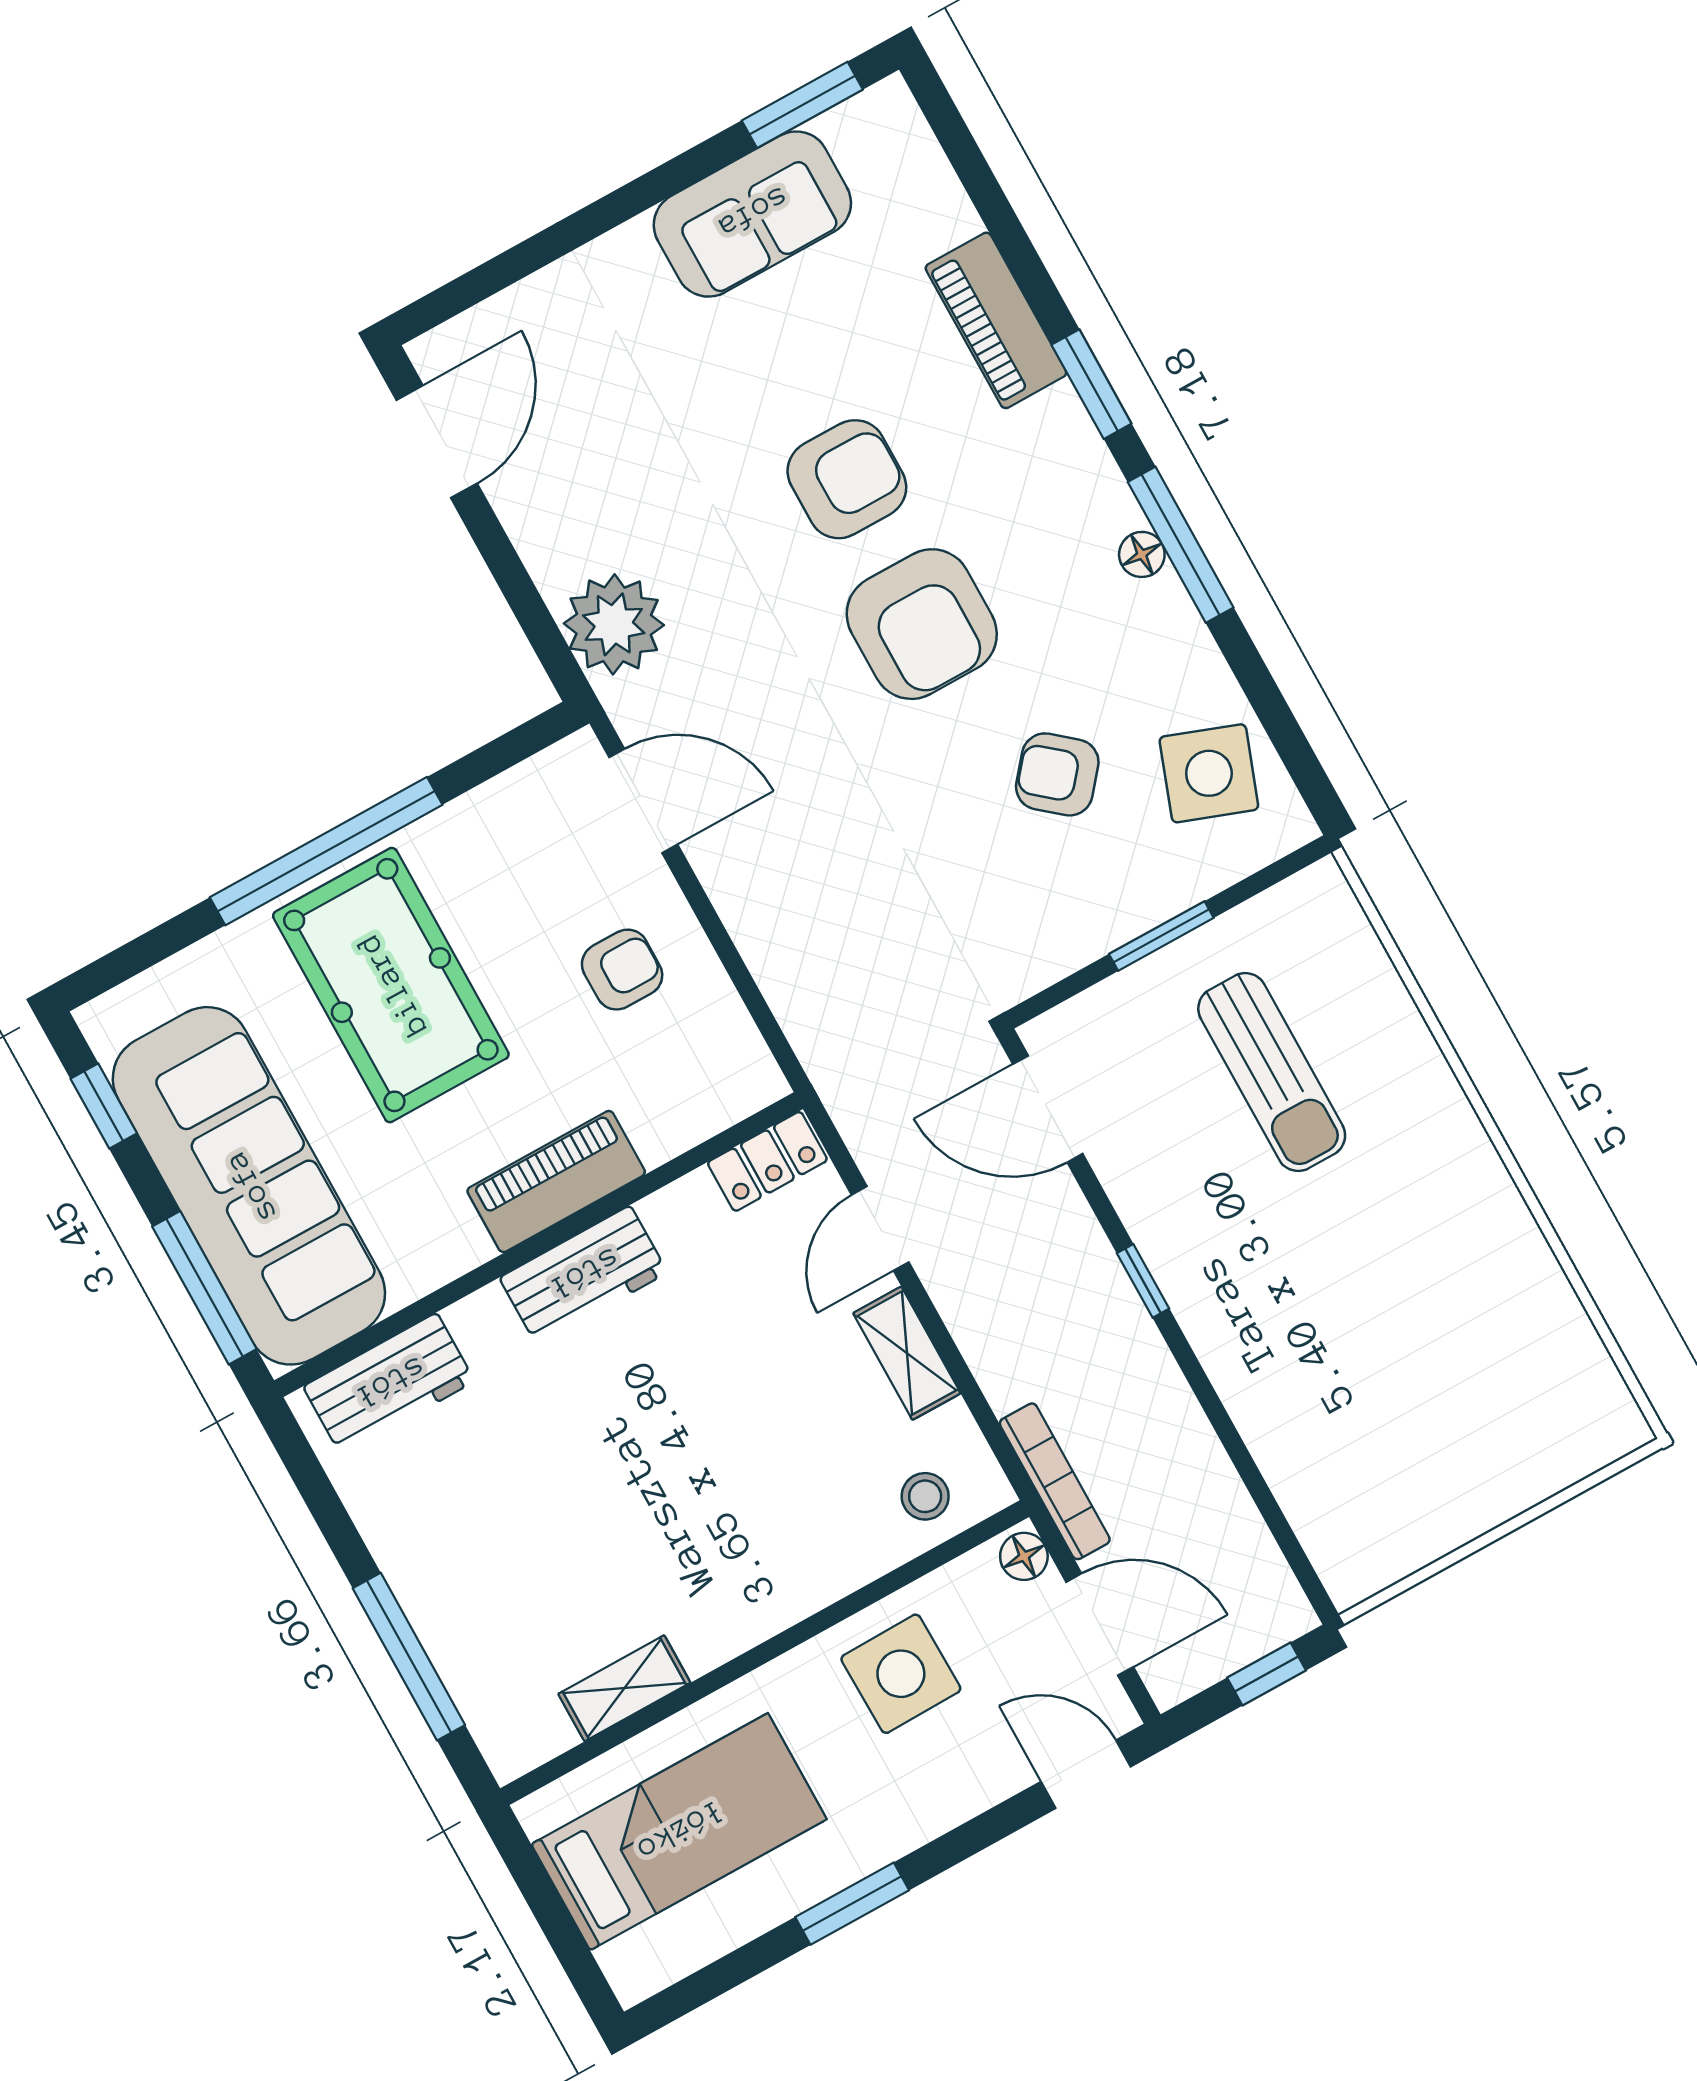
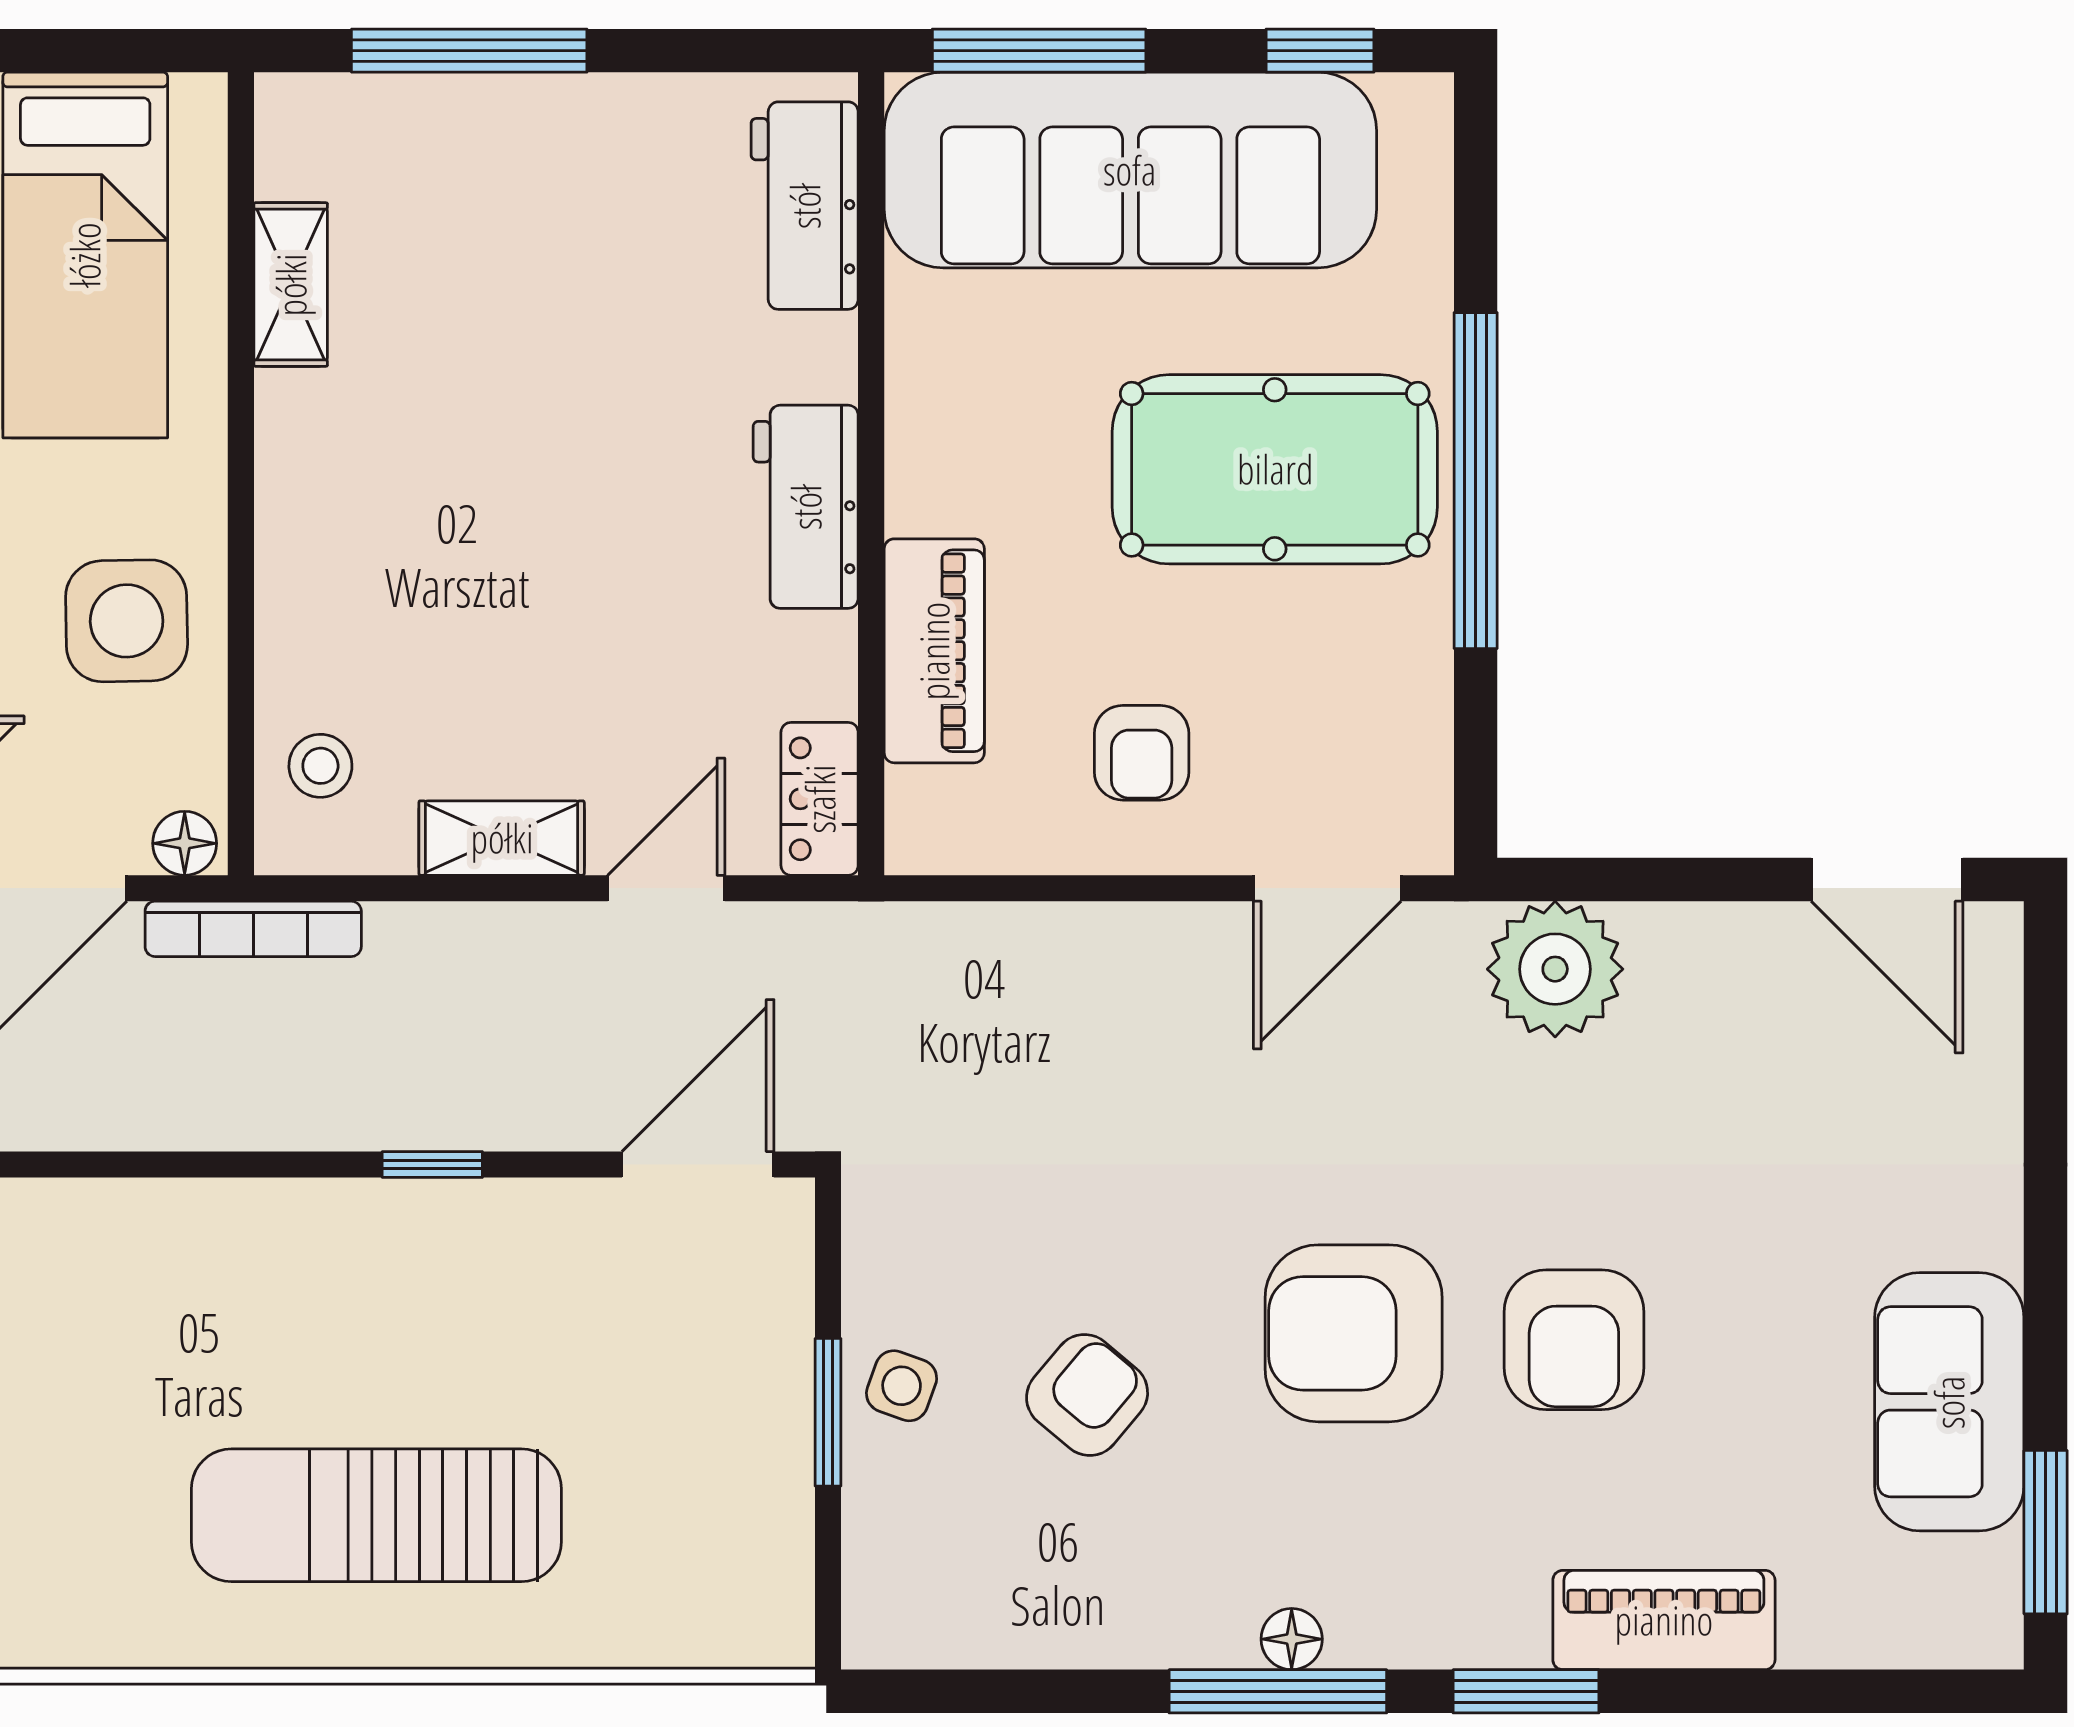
side table: (1209, 773) -> (902, 1386), moved, width x0.54, depth x0.54
sun lounger: (1272, 1072) -> (376, 1515), moved, width x1.36, depth x1.34
piano: (556, 1182) -> (934, 651), moved
door: (880, 1229) -> (666, 888), hinge flipped

